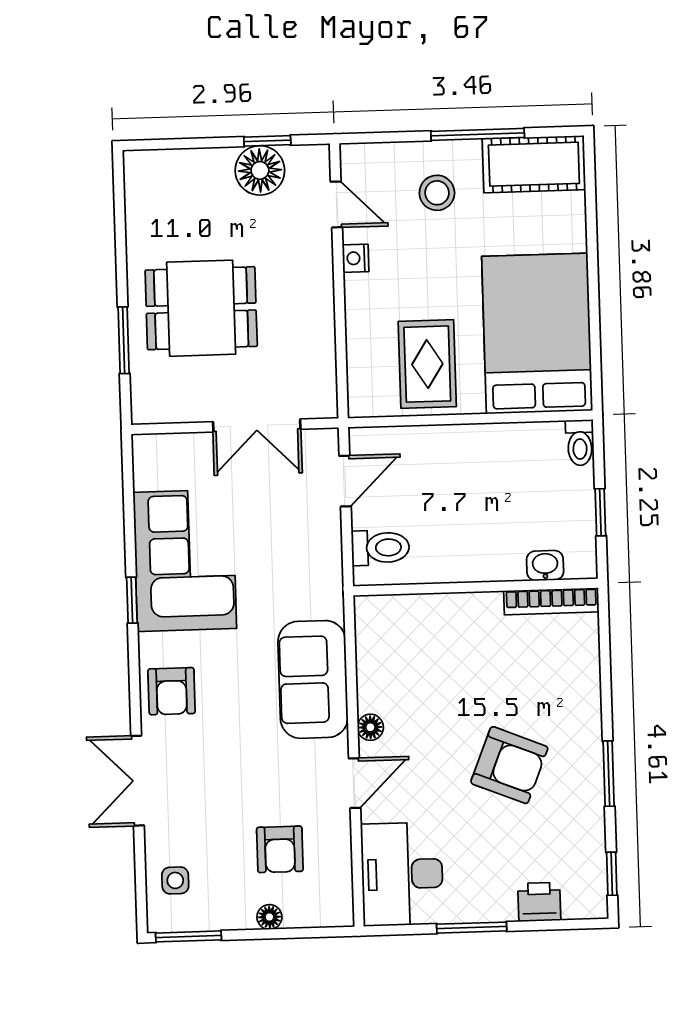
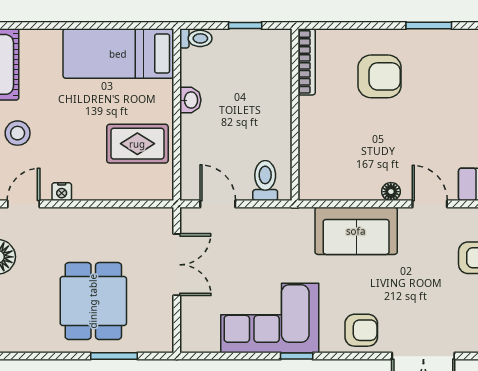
bed: (537, 333) -> (118, 54), width x0.67
washbasin: (545, 566) -> (190, 100), moved, turned 180
armchair: (509, 765) -> (380, 76), moved, turned 68

